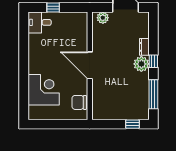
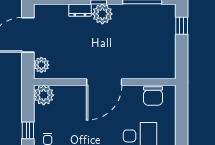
plant: (80, 19) -> (44, 95), added

